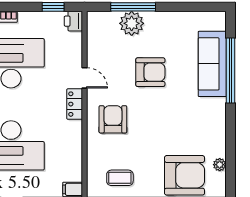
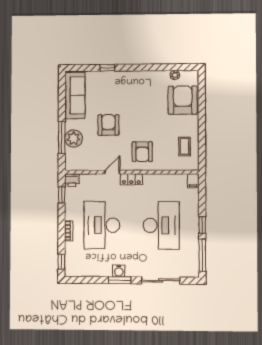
sofa: (212, 64) -> (75, 95), moved, turned -90
window: (231, 70) -> (107, 68), width x0.32
armchair: (113, 119) -> (142, 152), turned -90

